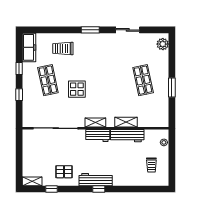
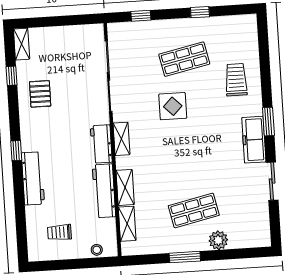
plant: (163, 44) -> (218, 240), moved
freezer: (29, 47) -> (254, 140), moved, turned 90
window: (19, 95) -> (141, 16), moved
shelving: (149, 122) -> (127, 224), added
workbench: (96, 180) -> (33, 178), moved

